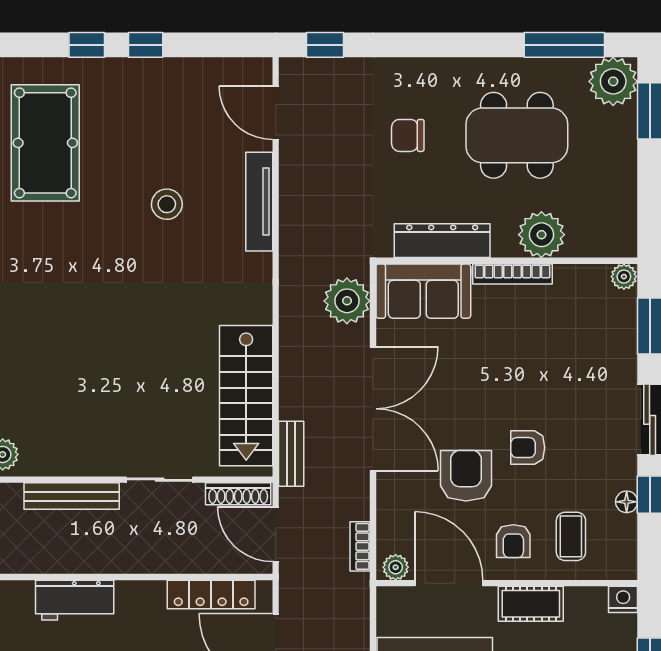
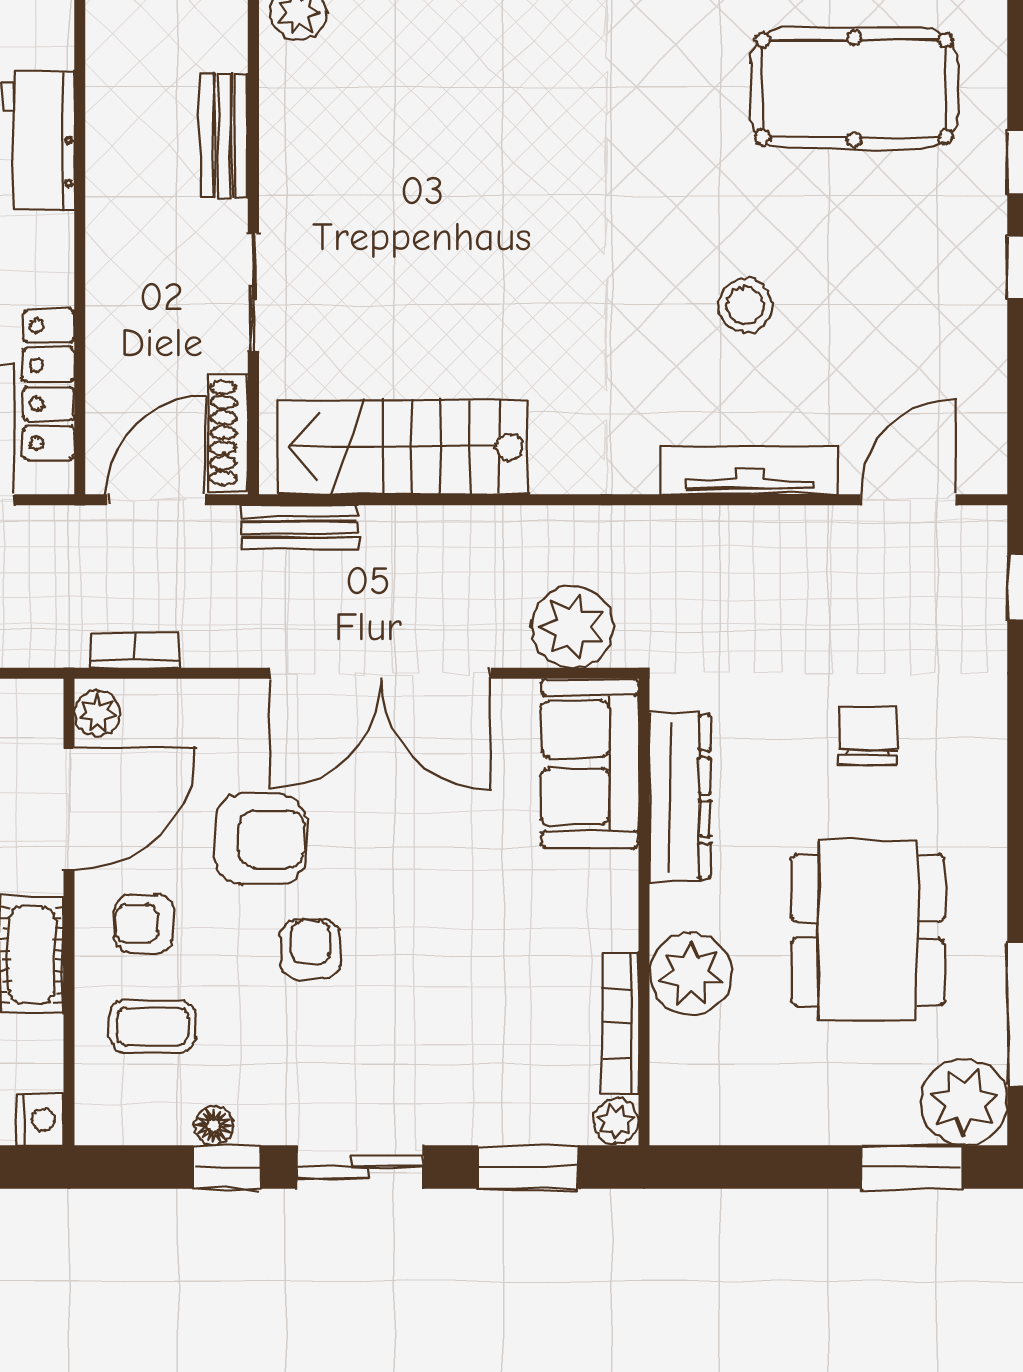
bookcase: (512, 274) -> (621, 1023), moved
bench: (72, 496) -> (224, 136), width x0.73

